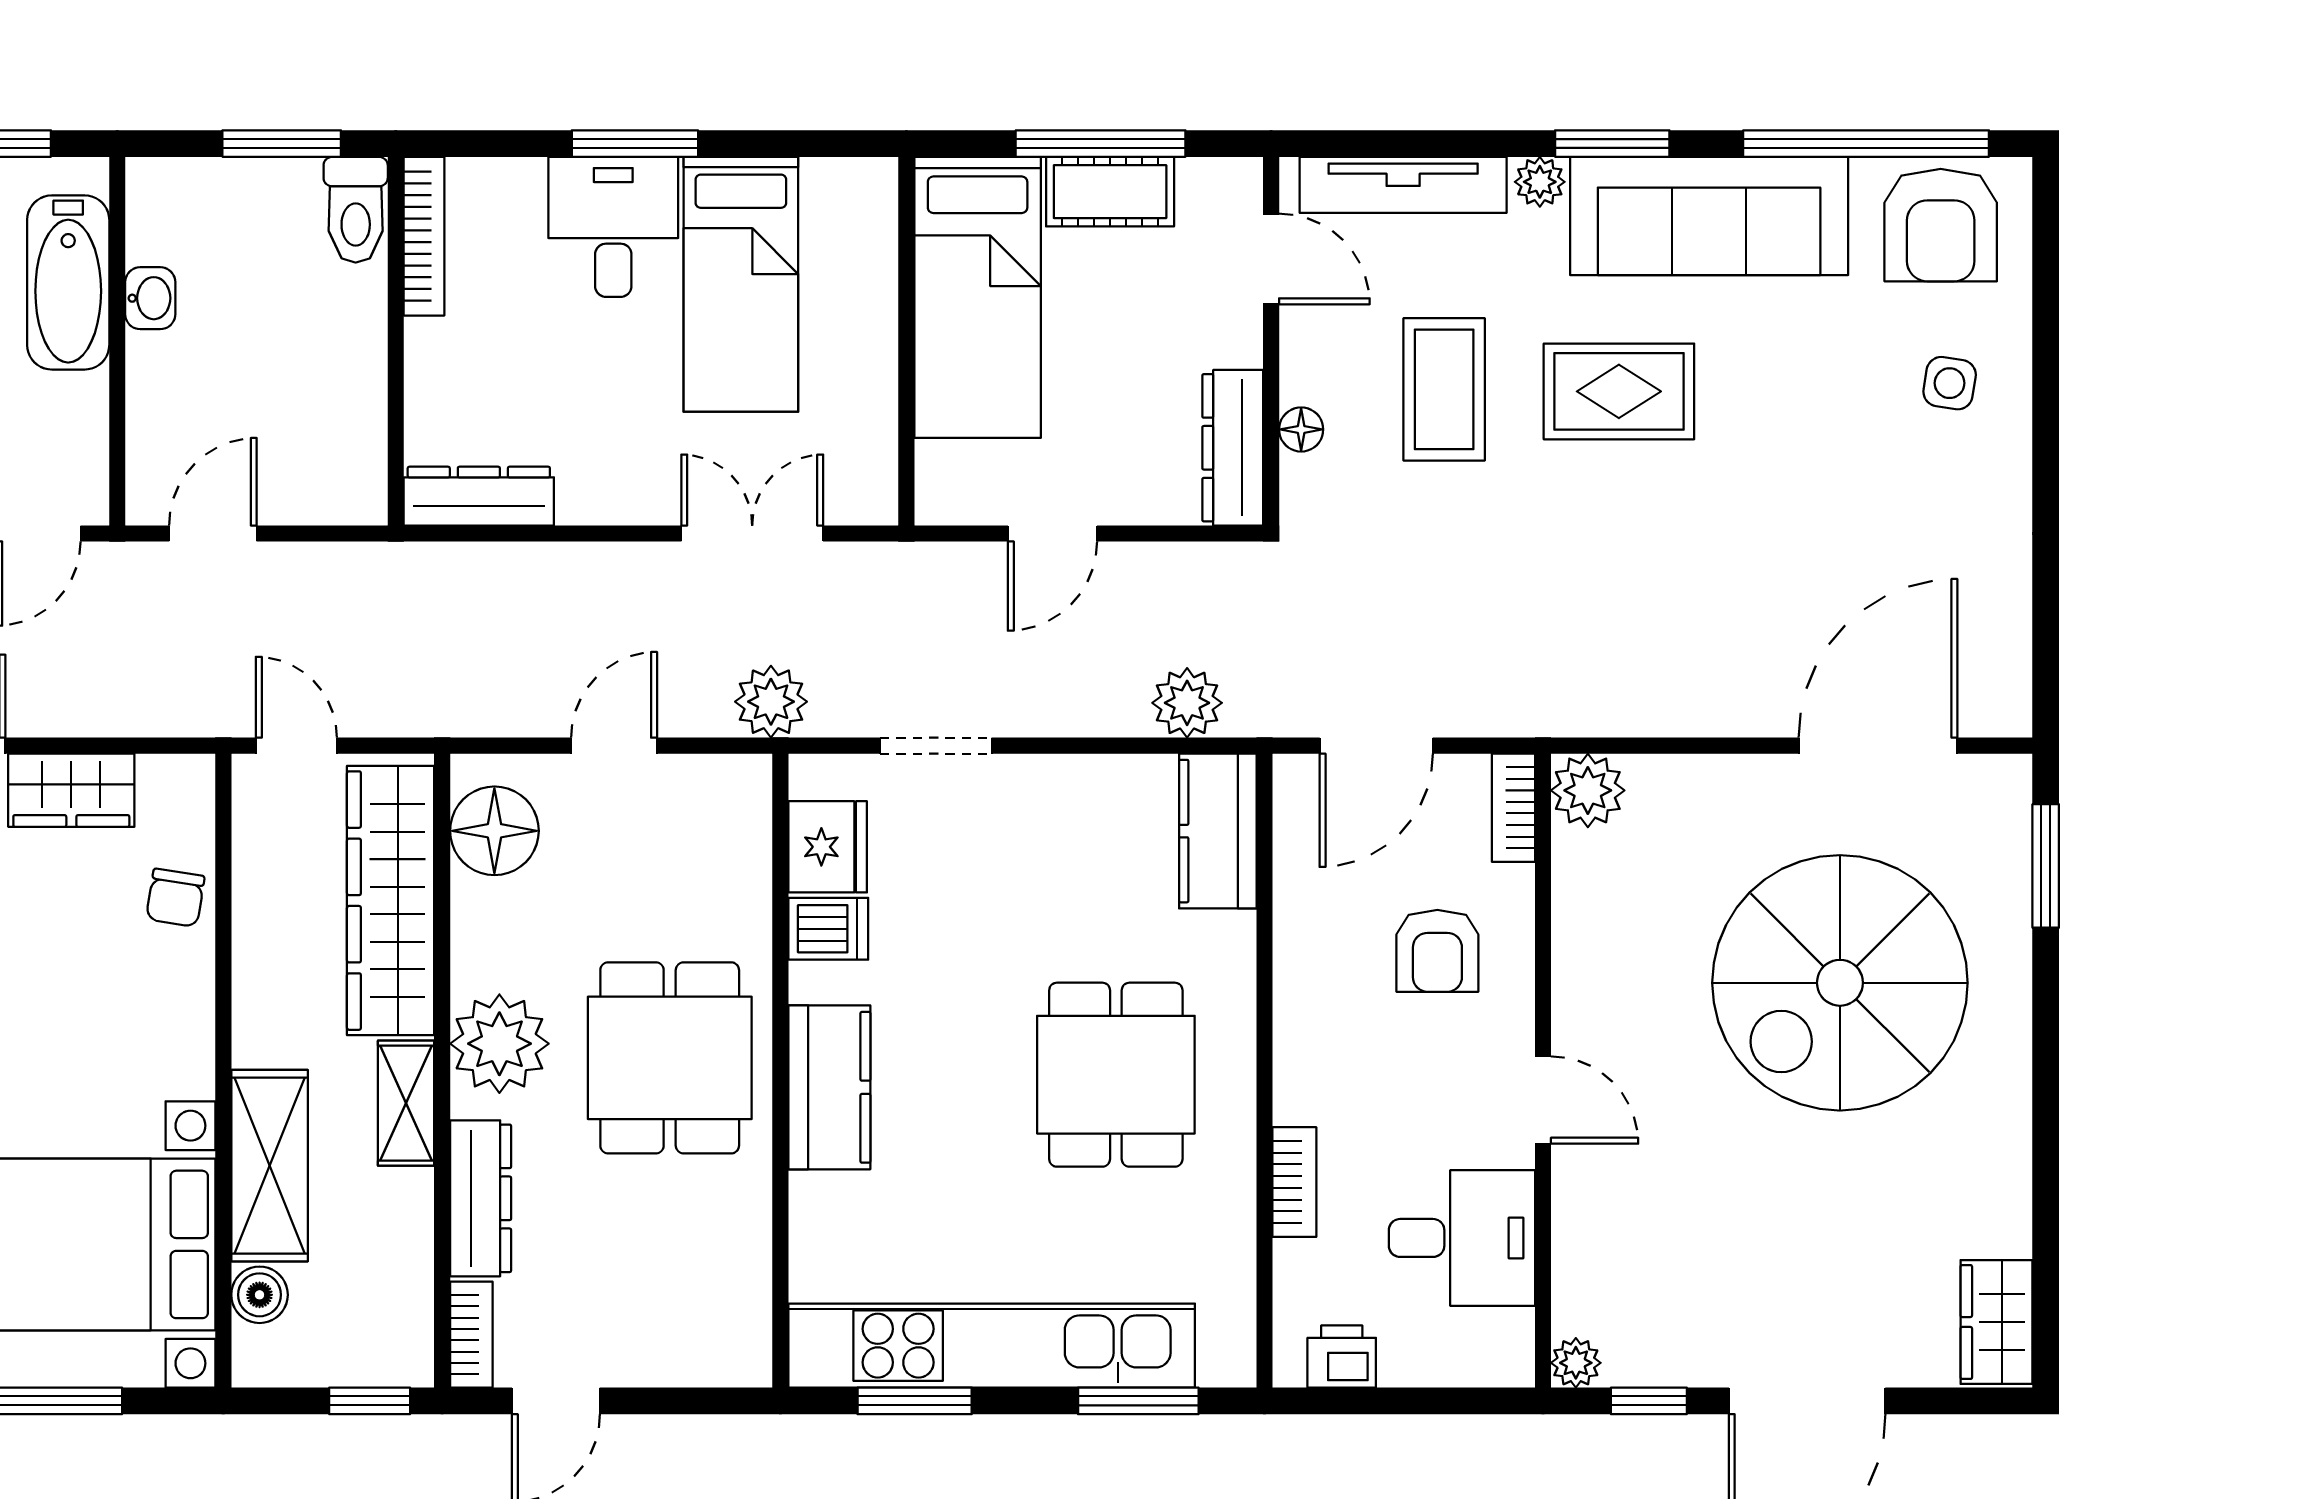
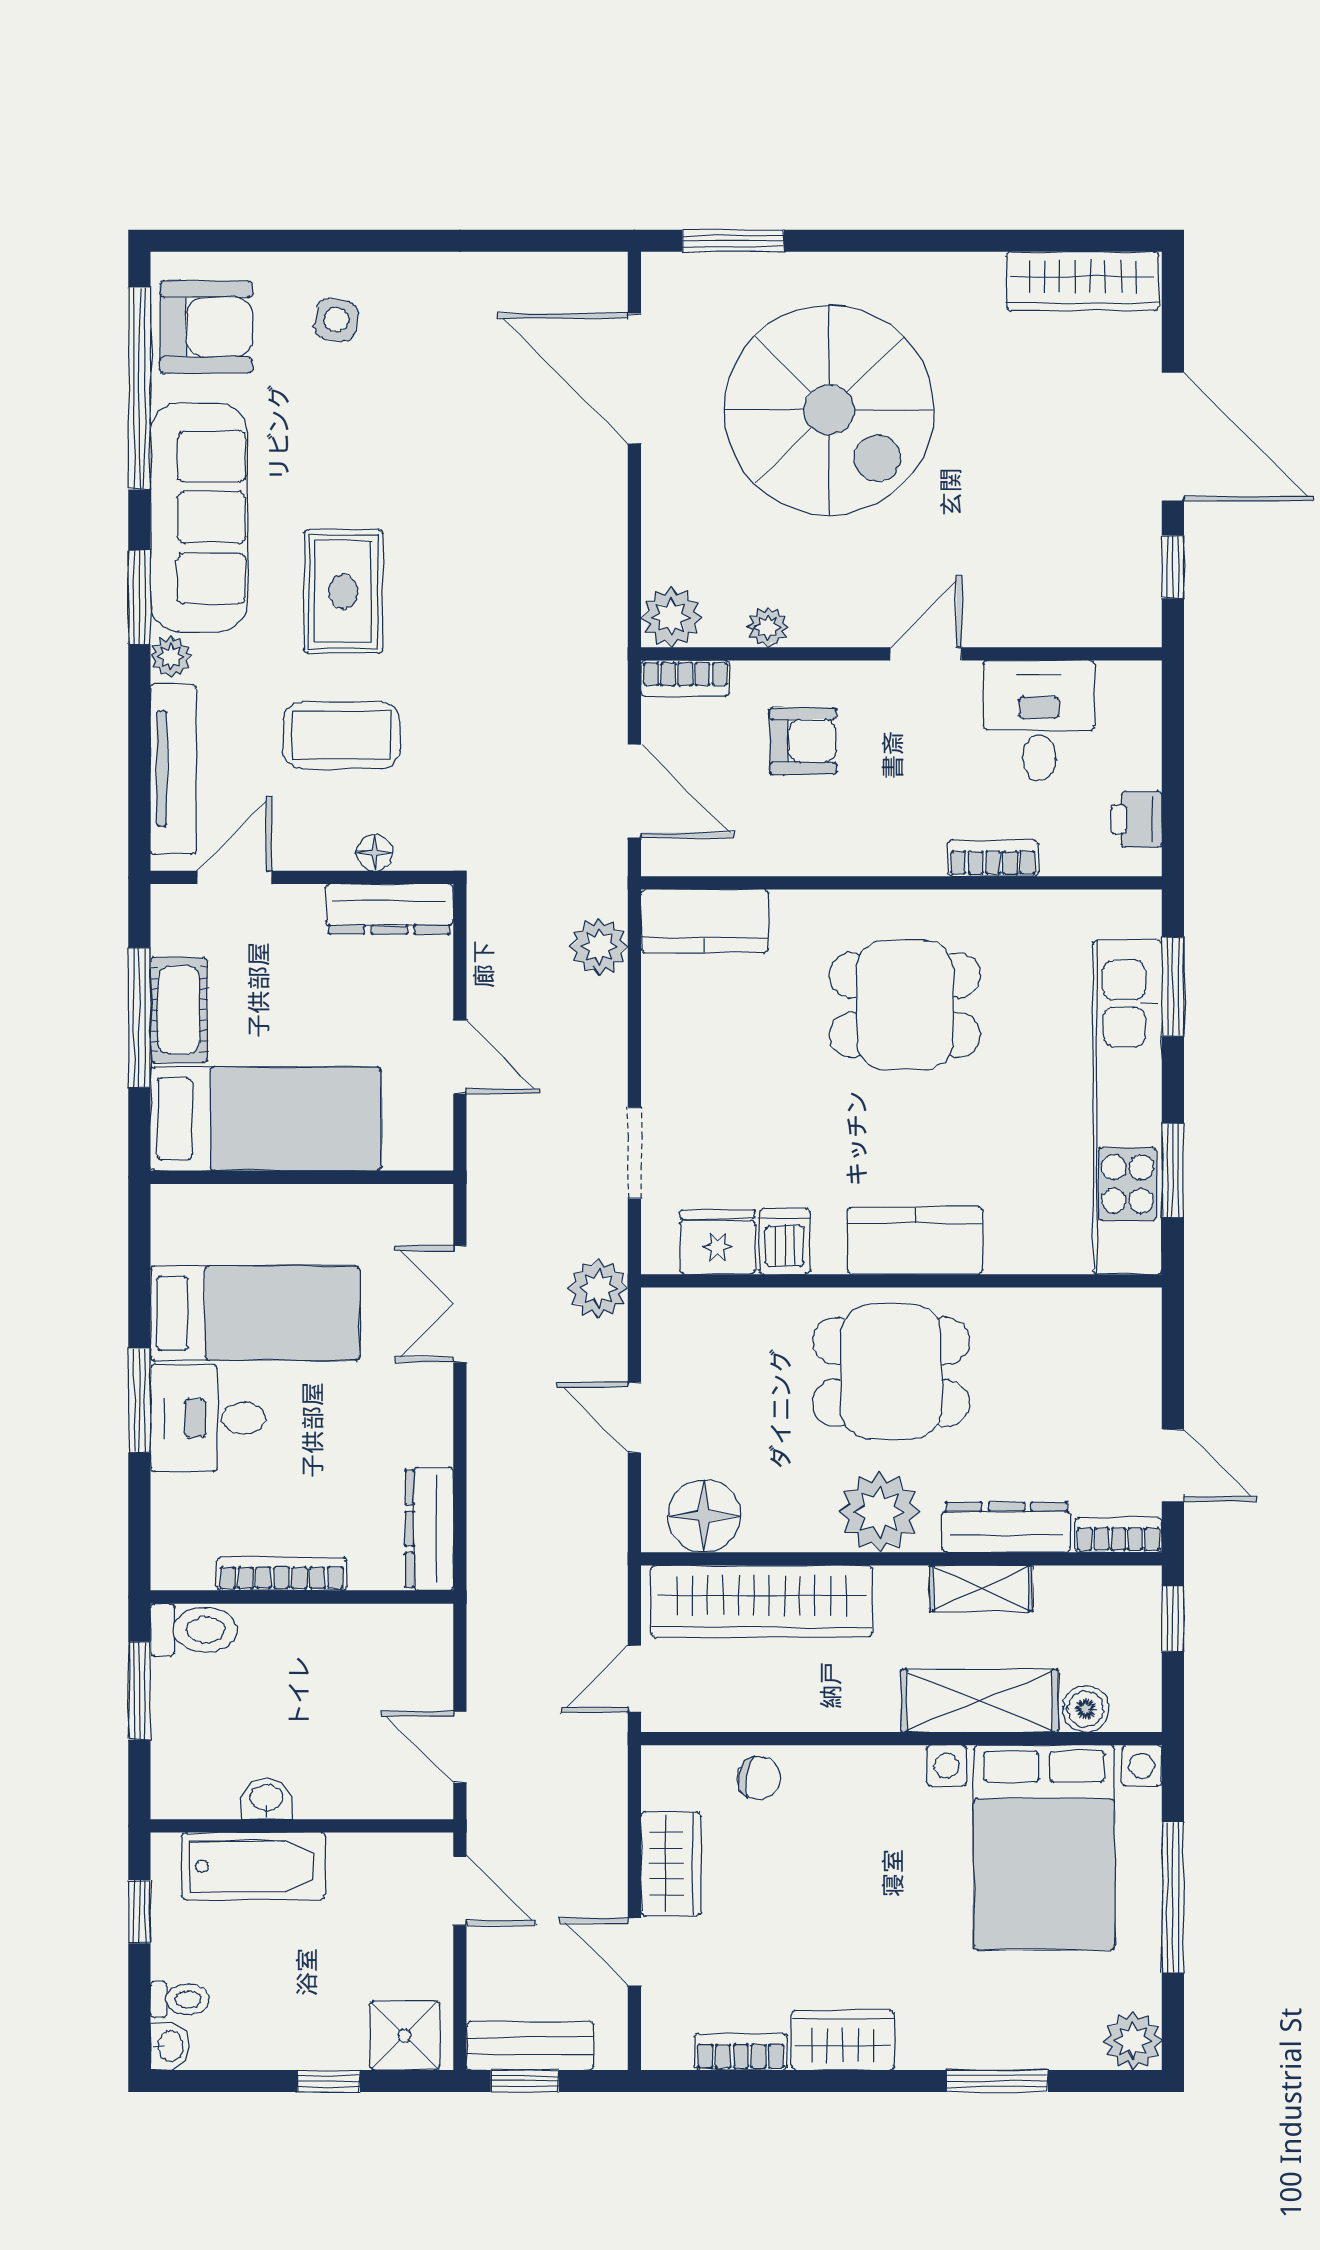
bookcase: (424, 236) -> (282, 1574), moved
shelving: (406, 1103) -> (981, 1589), moved
wardrobe: (1996, 1322) -> (1083, 281), width x1.50
plant: (1576, 1363) -> (767, 627), moved

